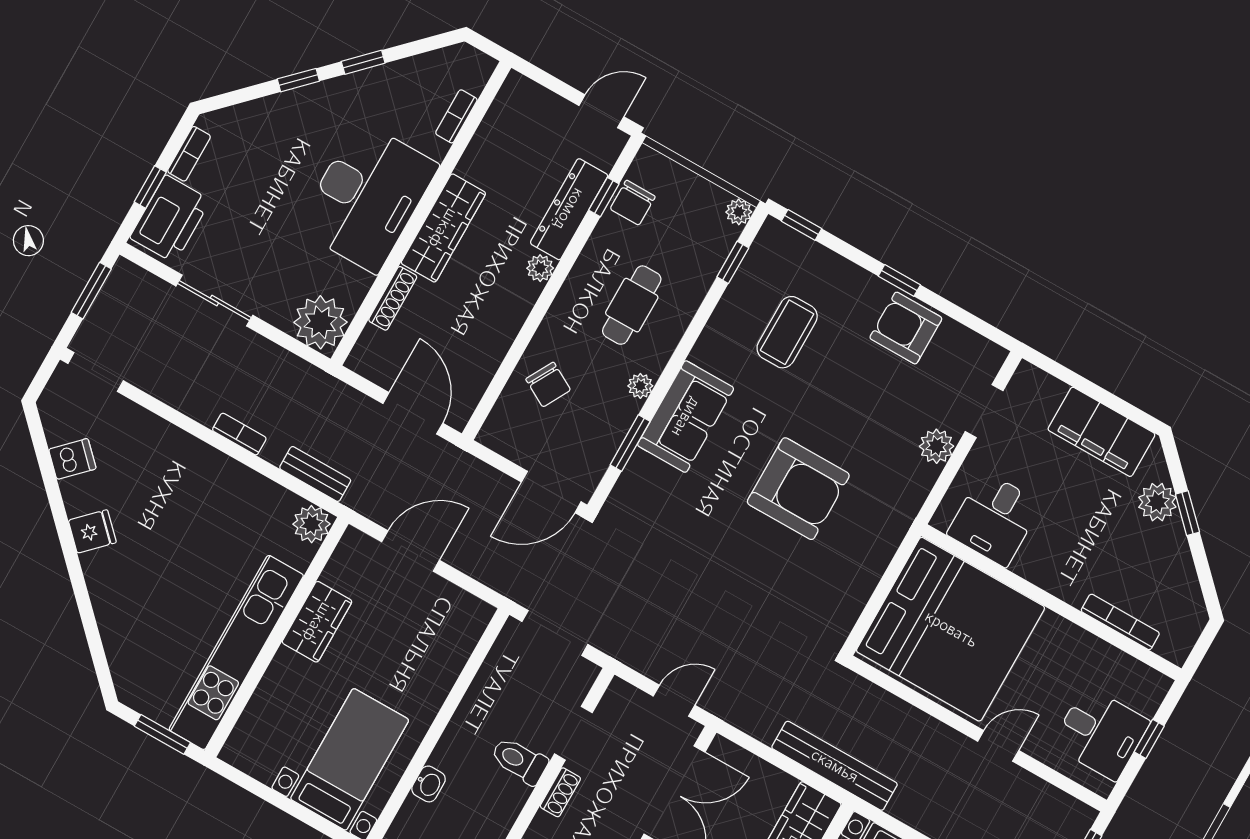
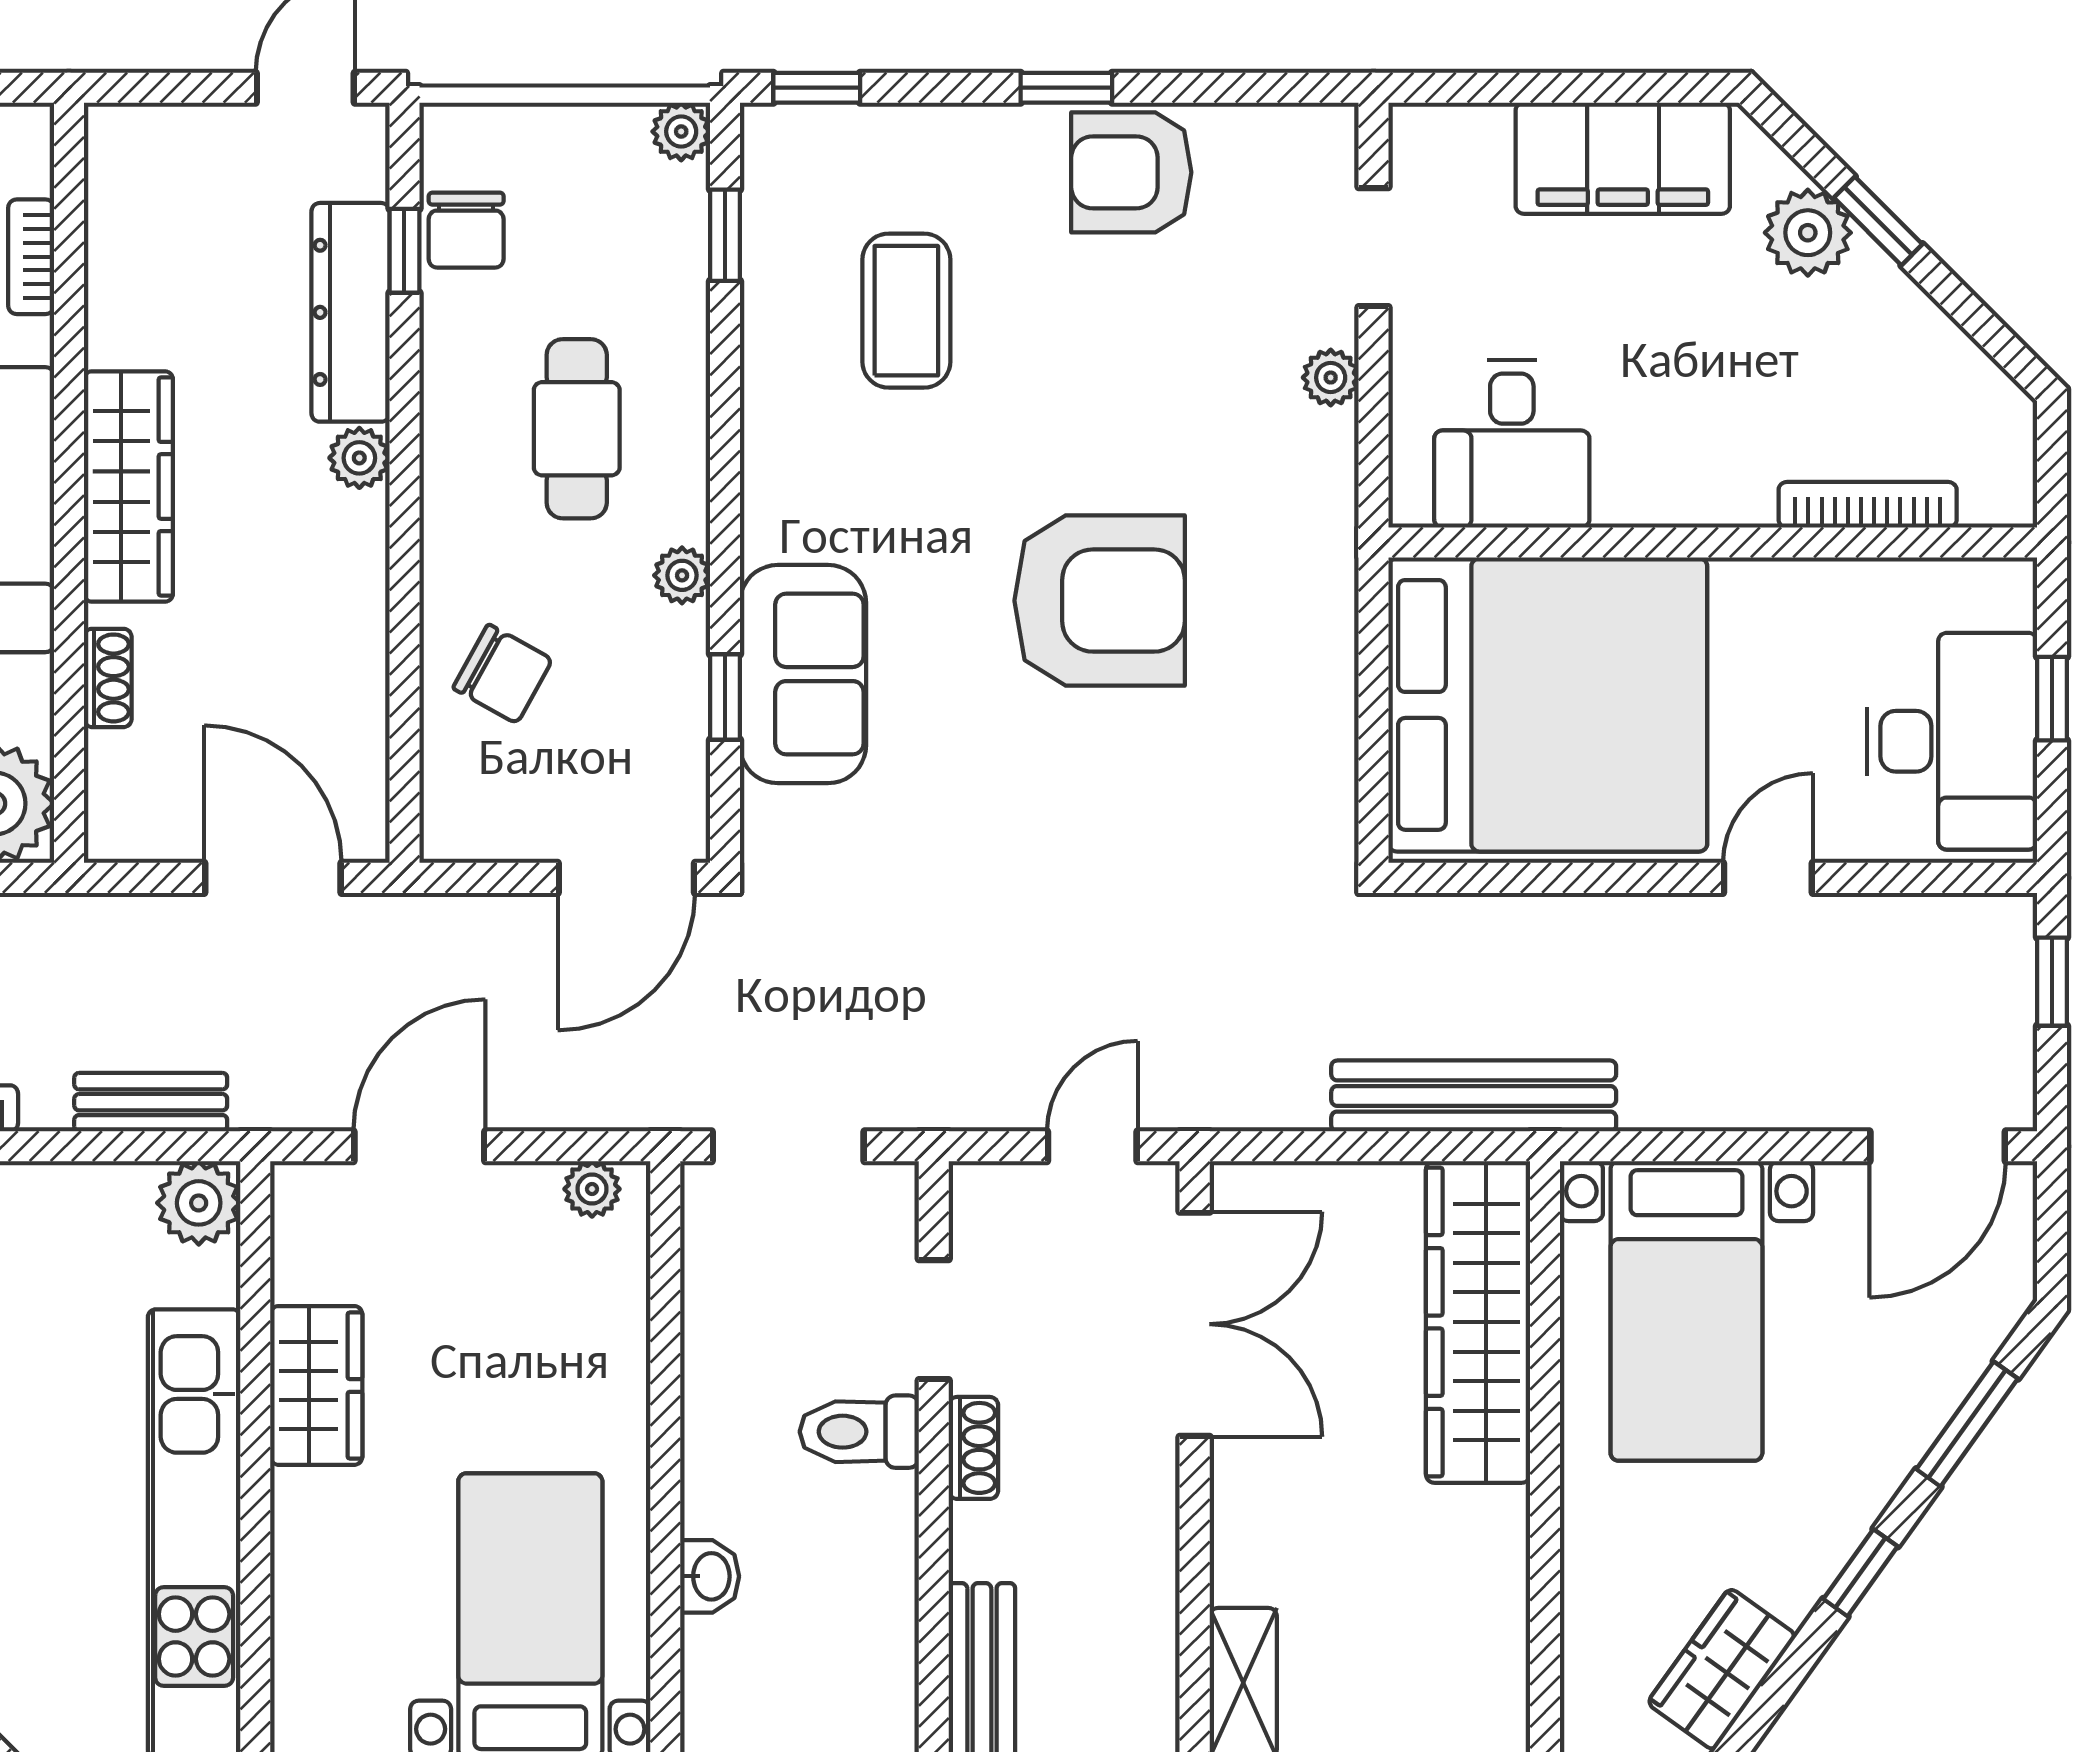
shoe rack: (393, 298) -> (108, 678), width x0.70
sofa: (686, 417) -> (803, 674), moved
window: (630, 443) -> (725, 697), width x0.67
plant: (937, 446) -> (1331, 378), width x0.73, depth x0.73
plant: (469, 606) -> (592, 1189), added
desk: (1101, 733) -> (1952, 741), width x1.37

